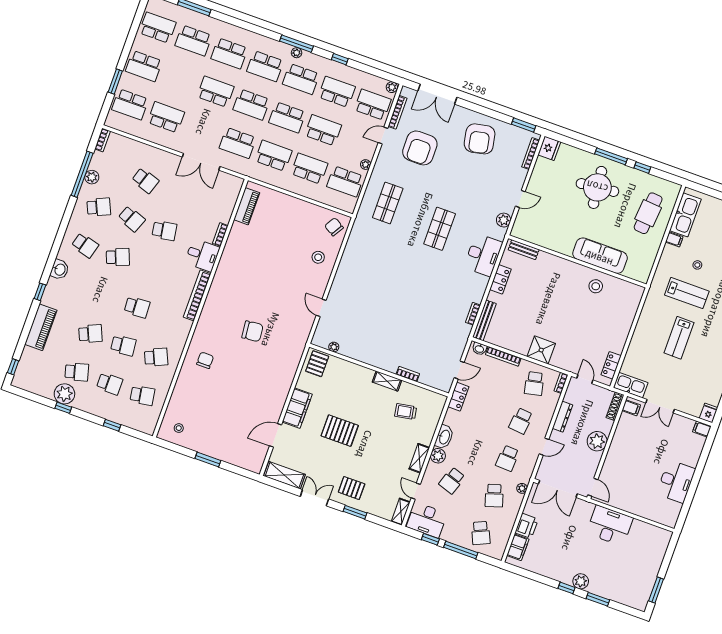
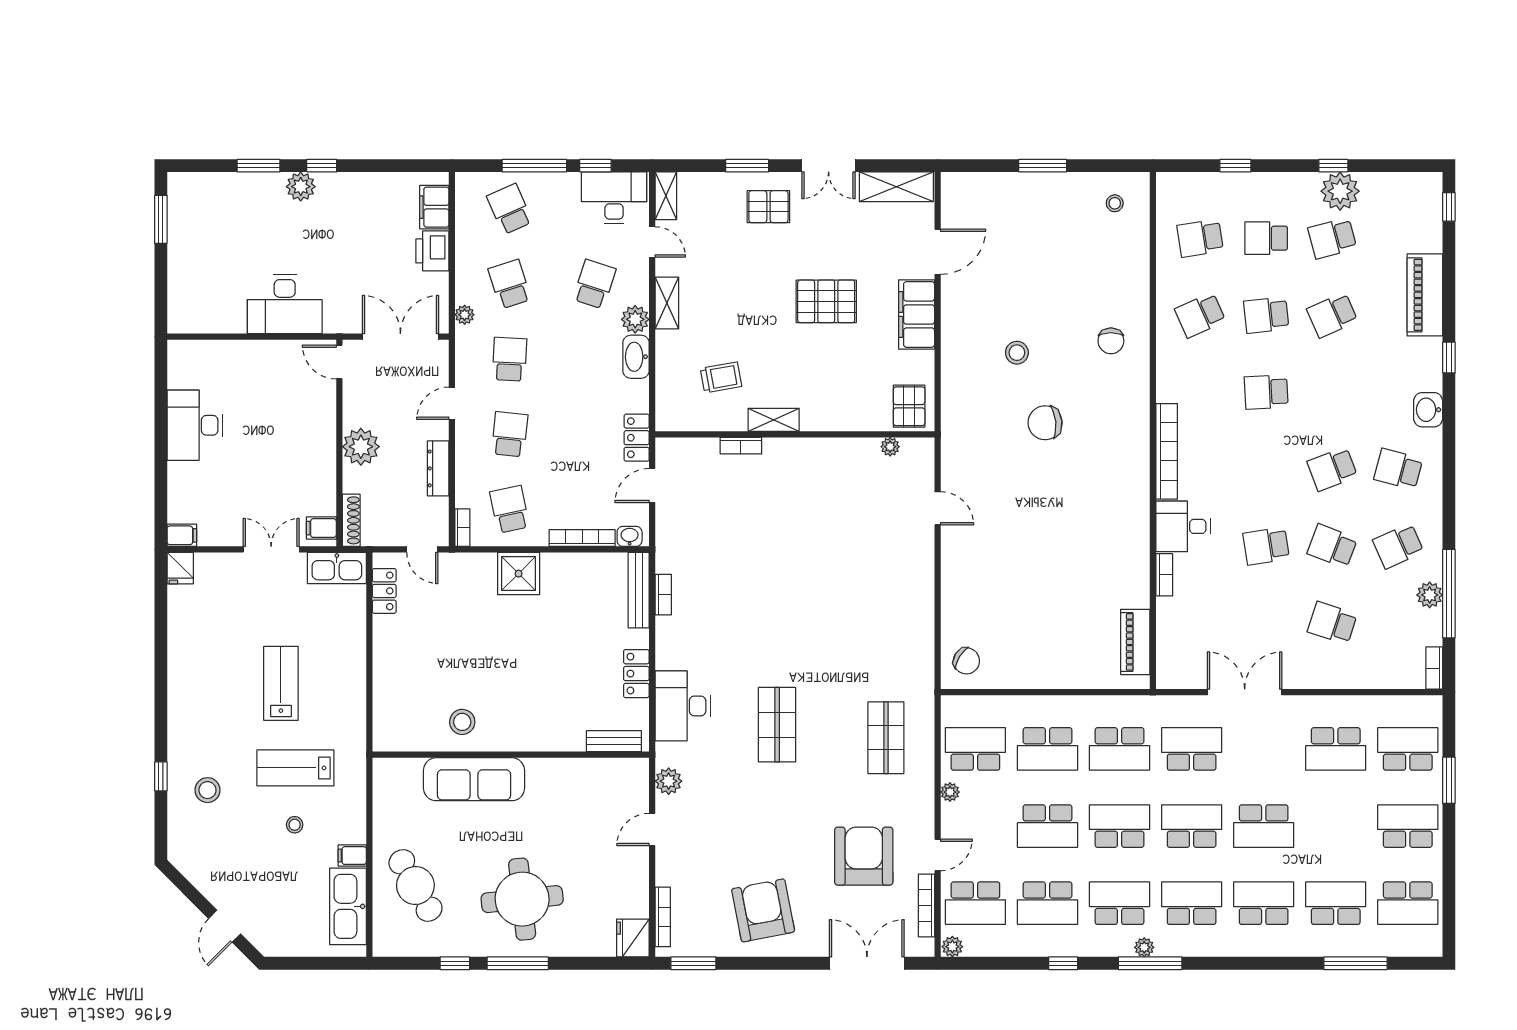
cafe table: (648, 213) -> (415, 886), turned -35
stool: (318, 257) -> (1017, 353), moved

